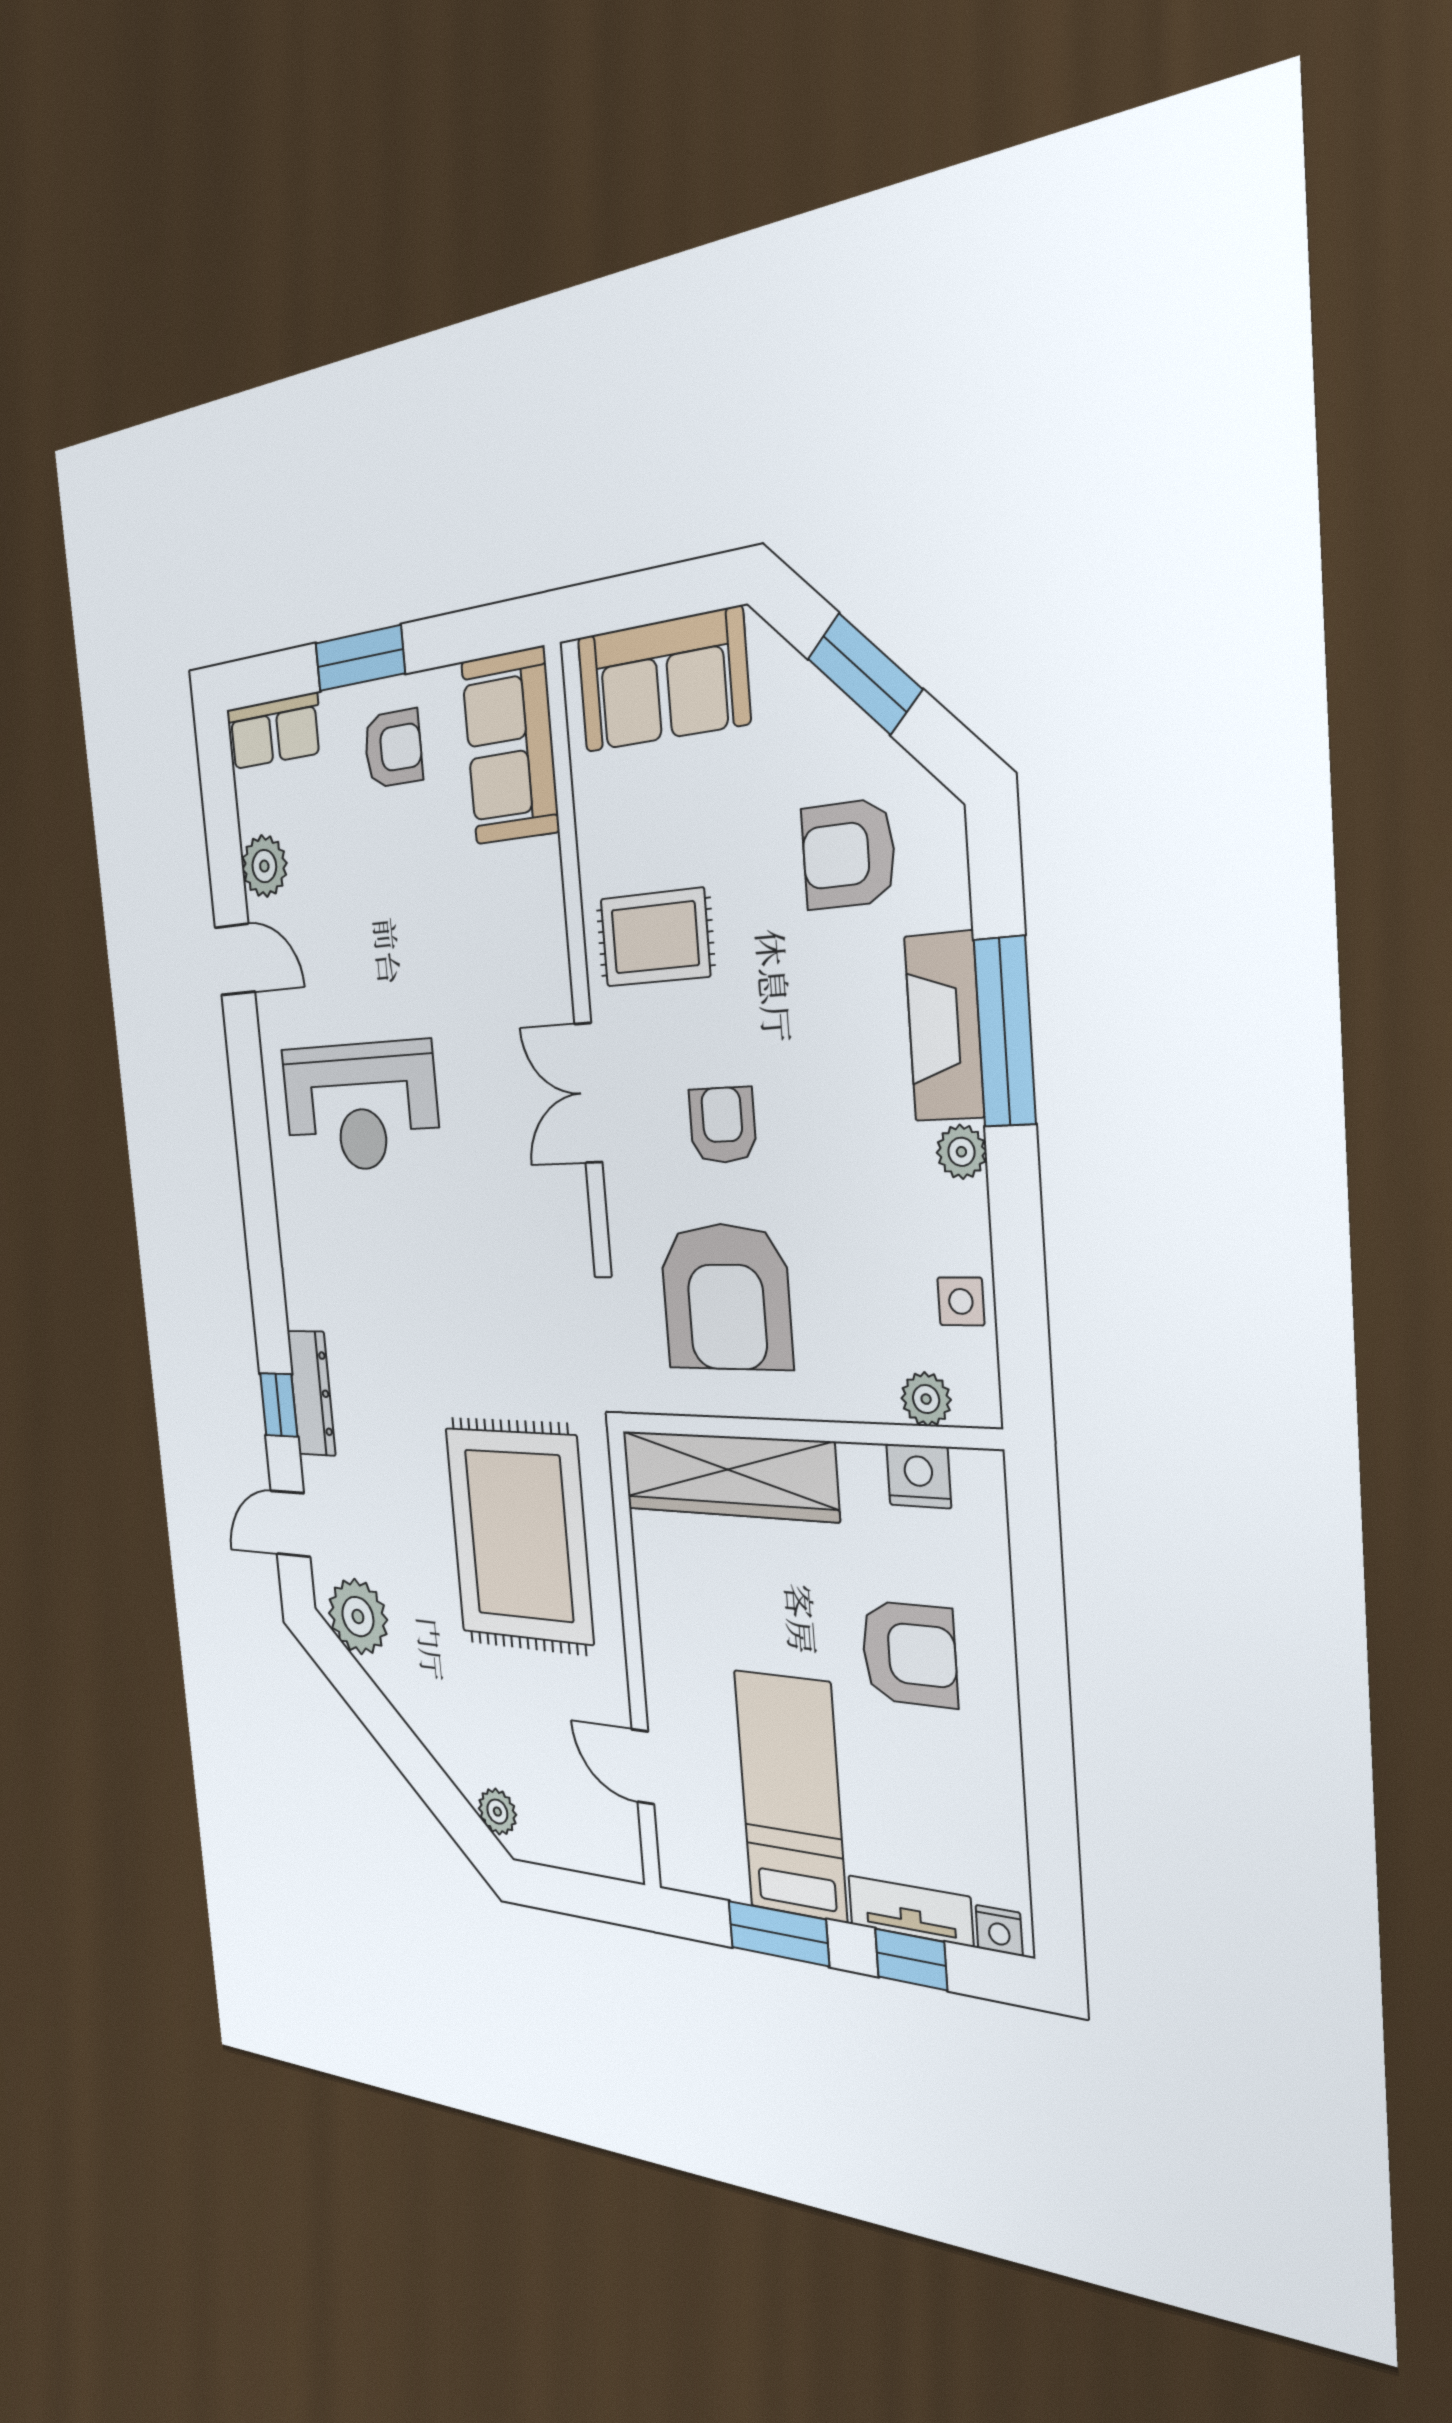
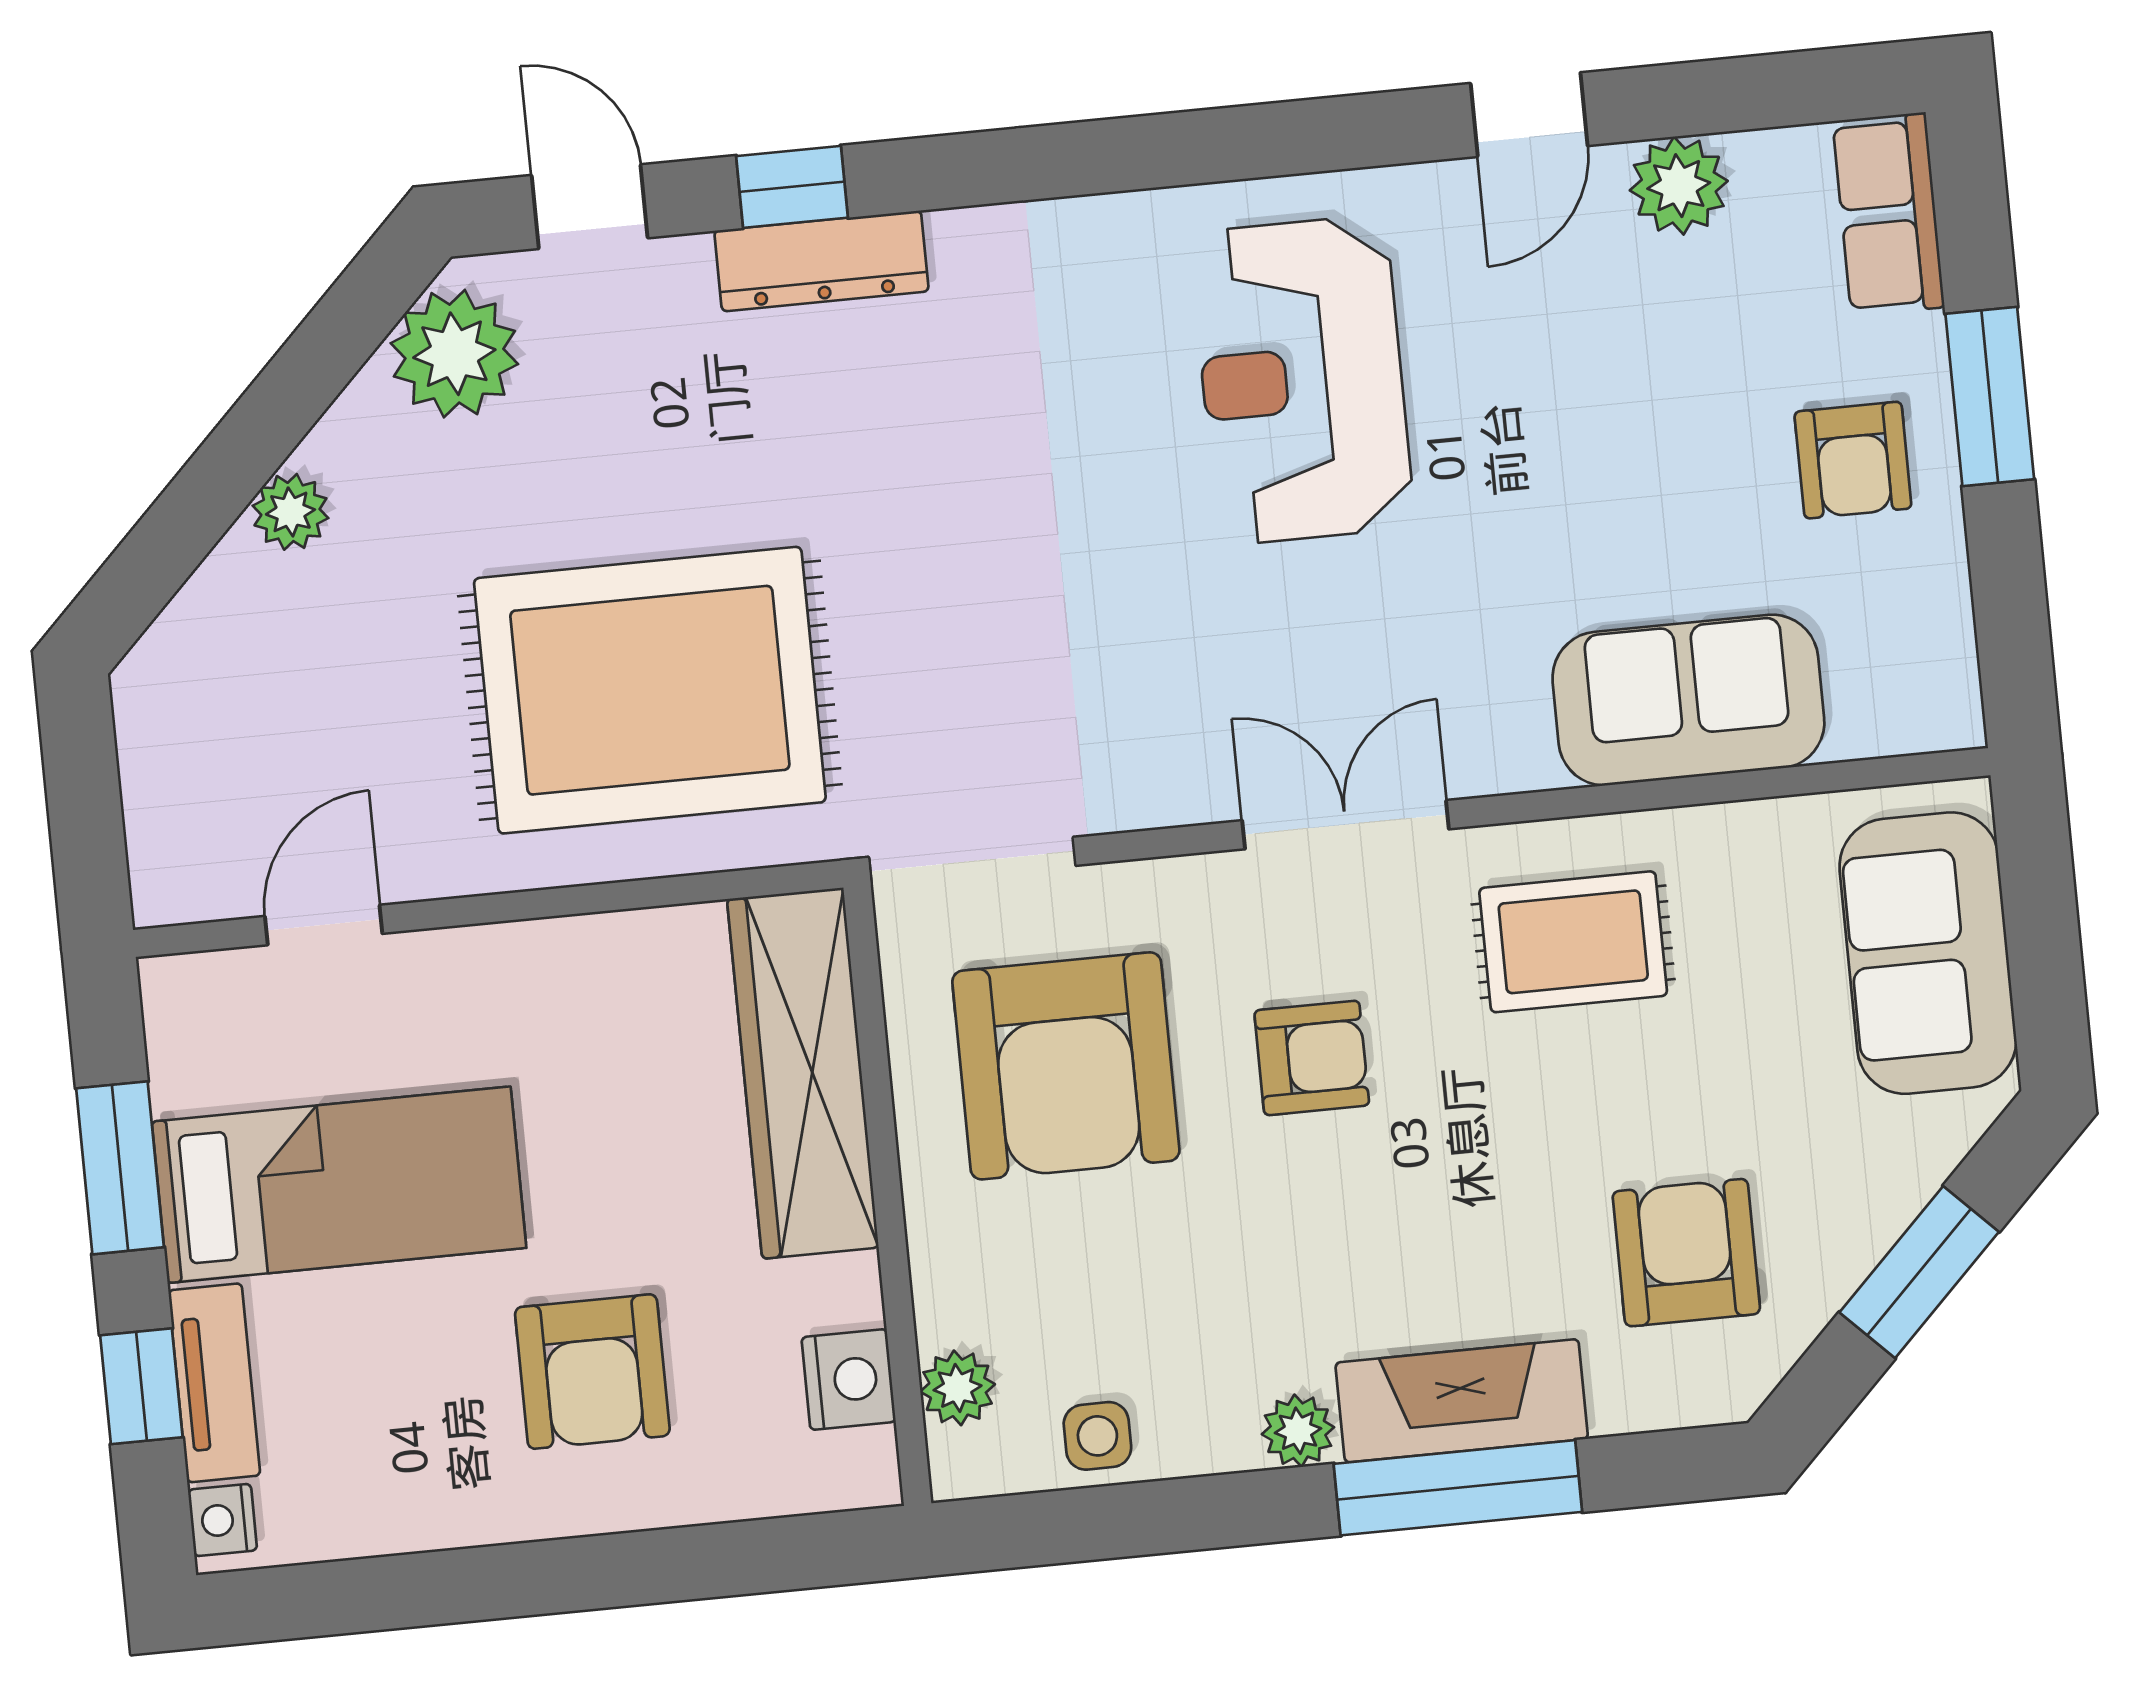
sofa: (510, 746) -> (1688, 700), moved
rug: (655, 937) -> (1573, 942), turned 90
armchair: (726, 1297) -> (1066, 1066), turned -90
plant: (497, 1812) -> (290, 512), moved

